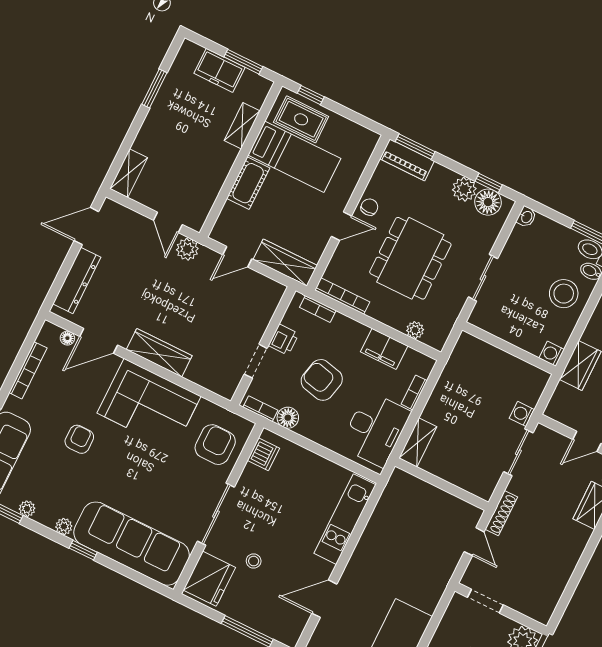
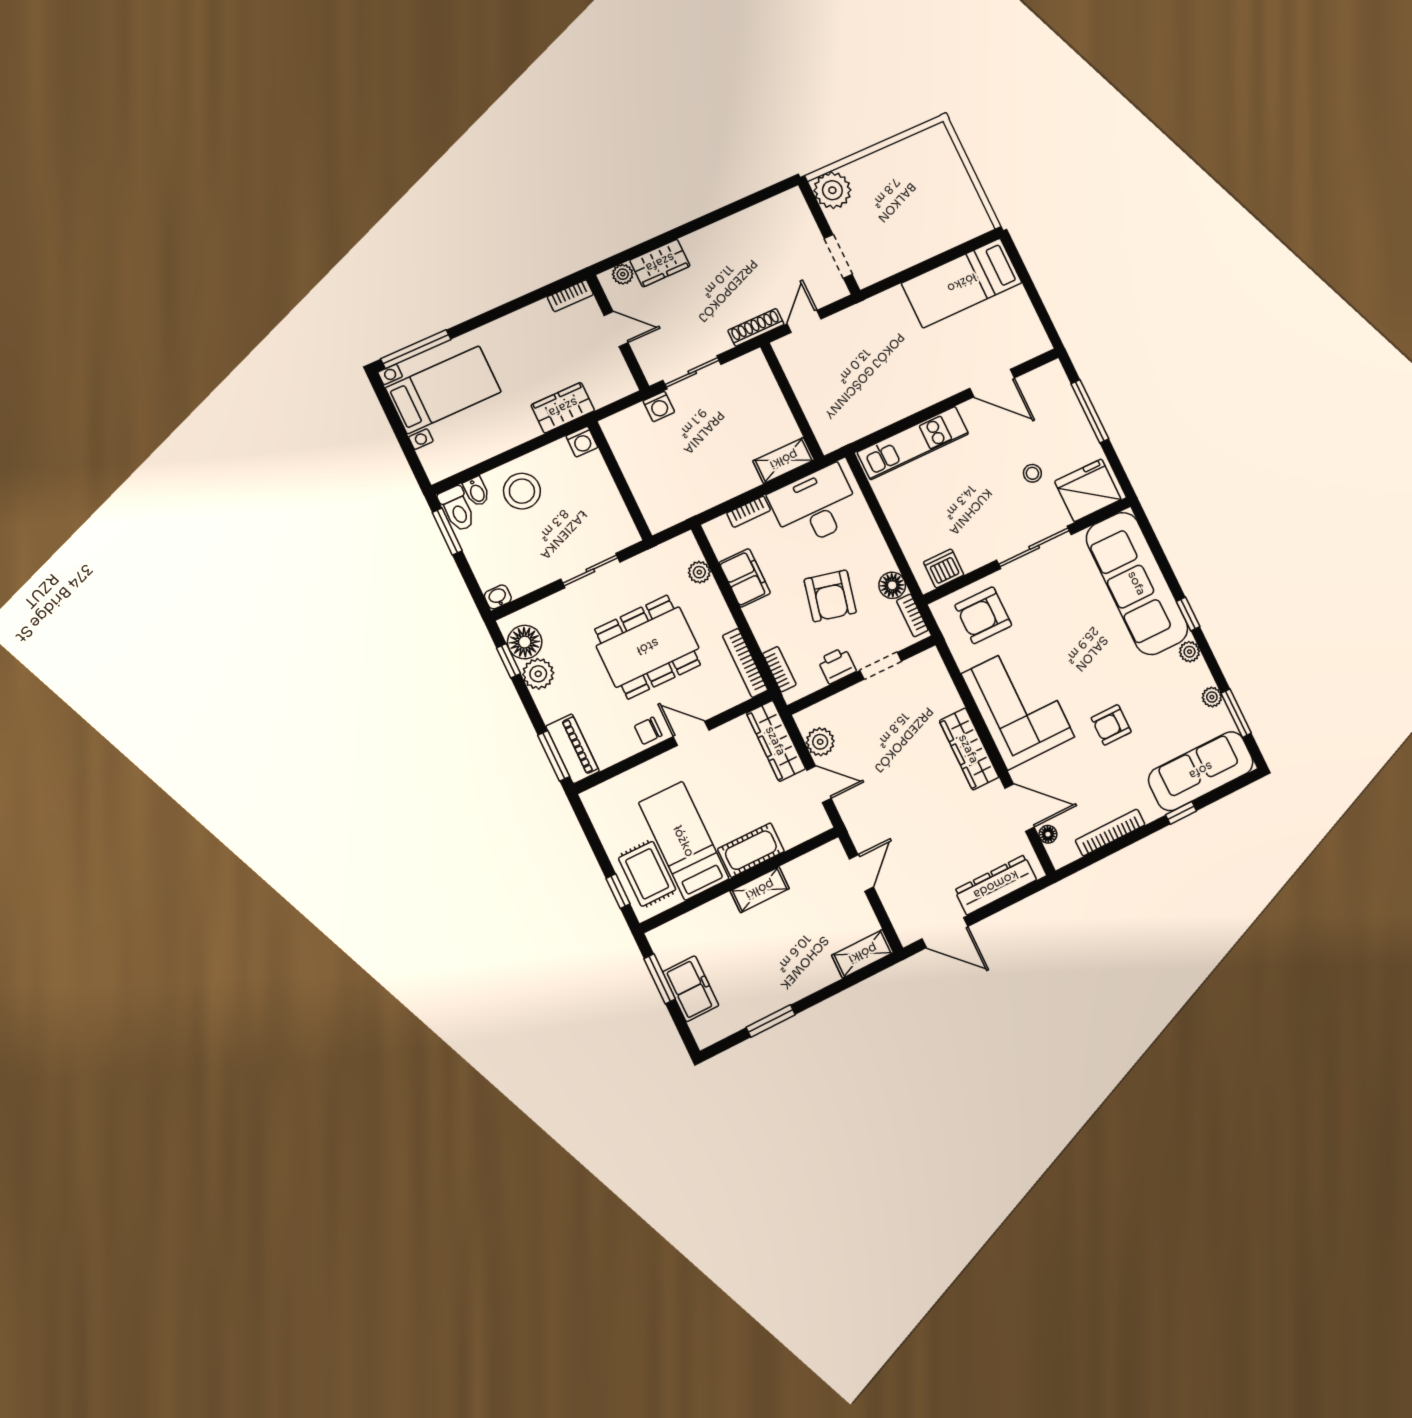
shelving: (242, 126) -> (760, 890), moved
plant: (187, 249) -> (820, 742), moved

